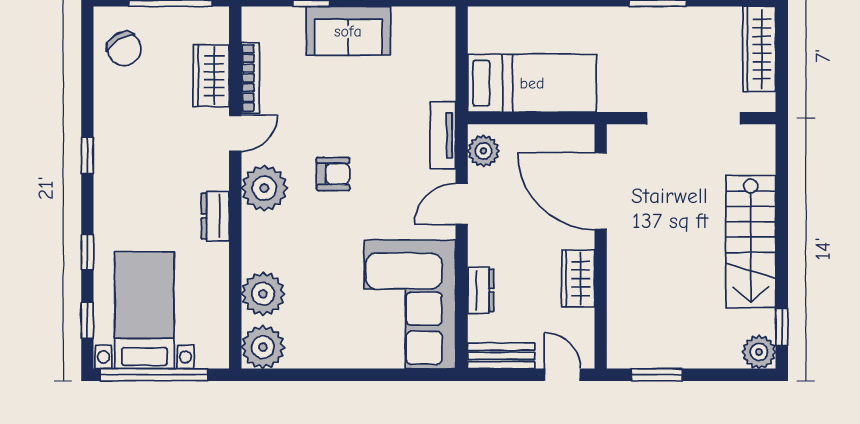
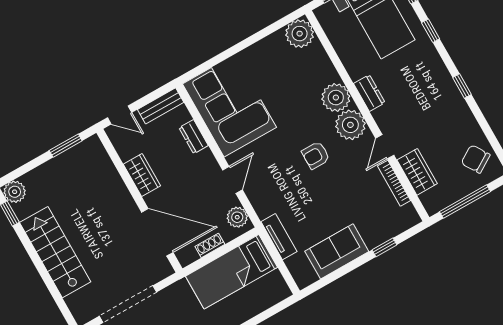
sofa: (348, 31) -> (337, 251), moved
shoe rack: (541, 134) -> (210, 245), added
tv unit: (443, 135) -> (279, 237), moved
plant: (263, 294) -> (336, 98), moved

